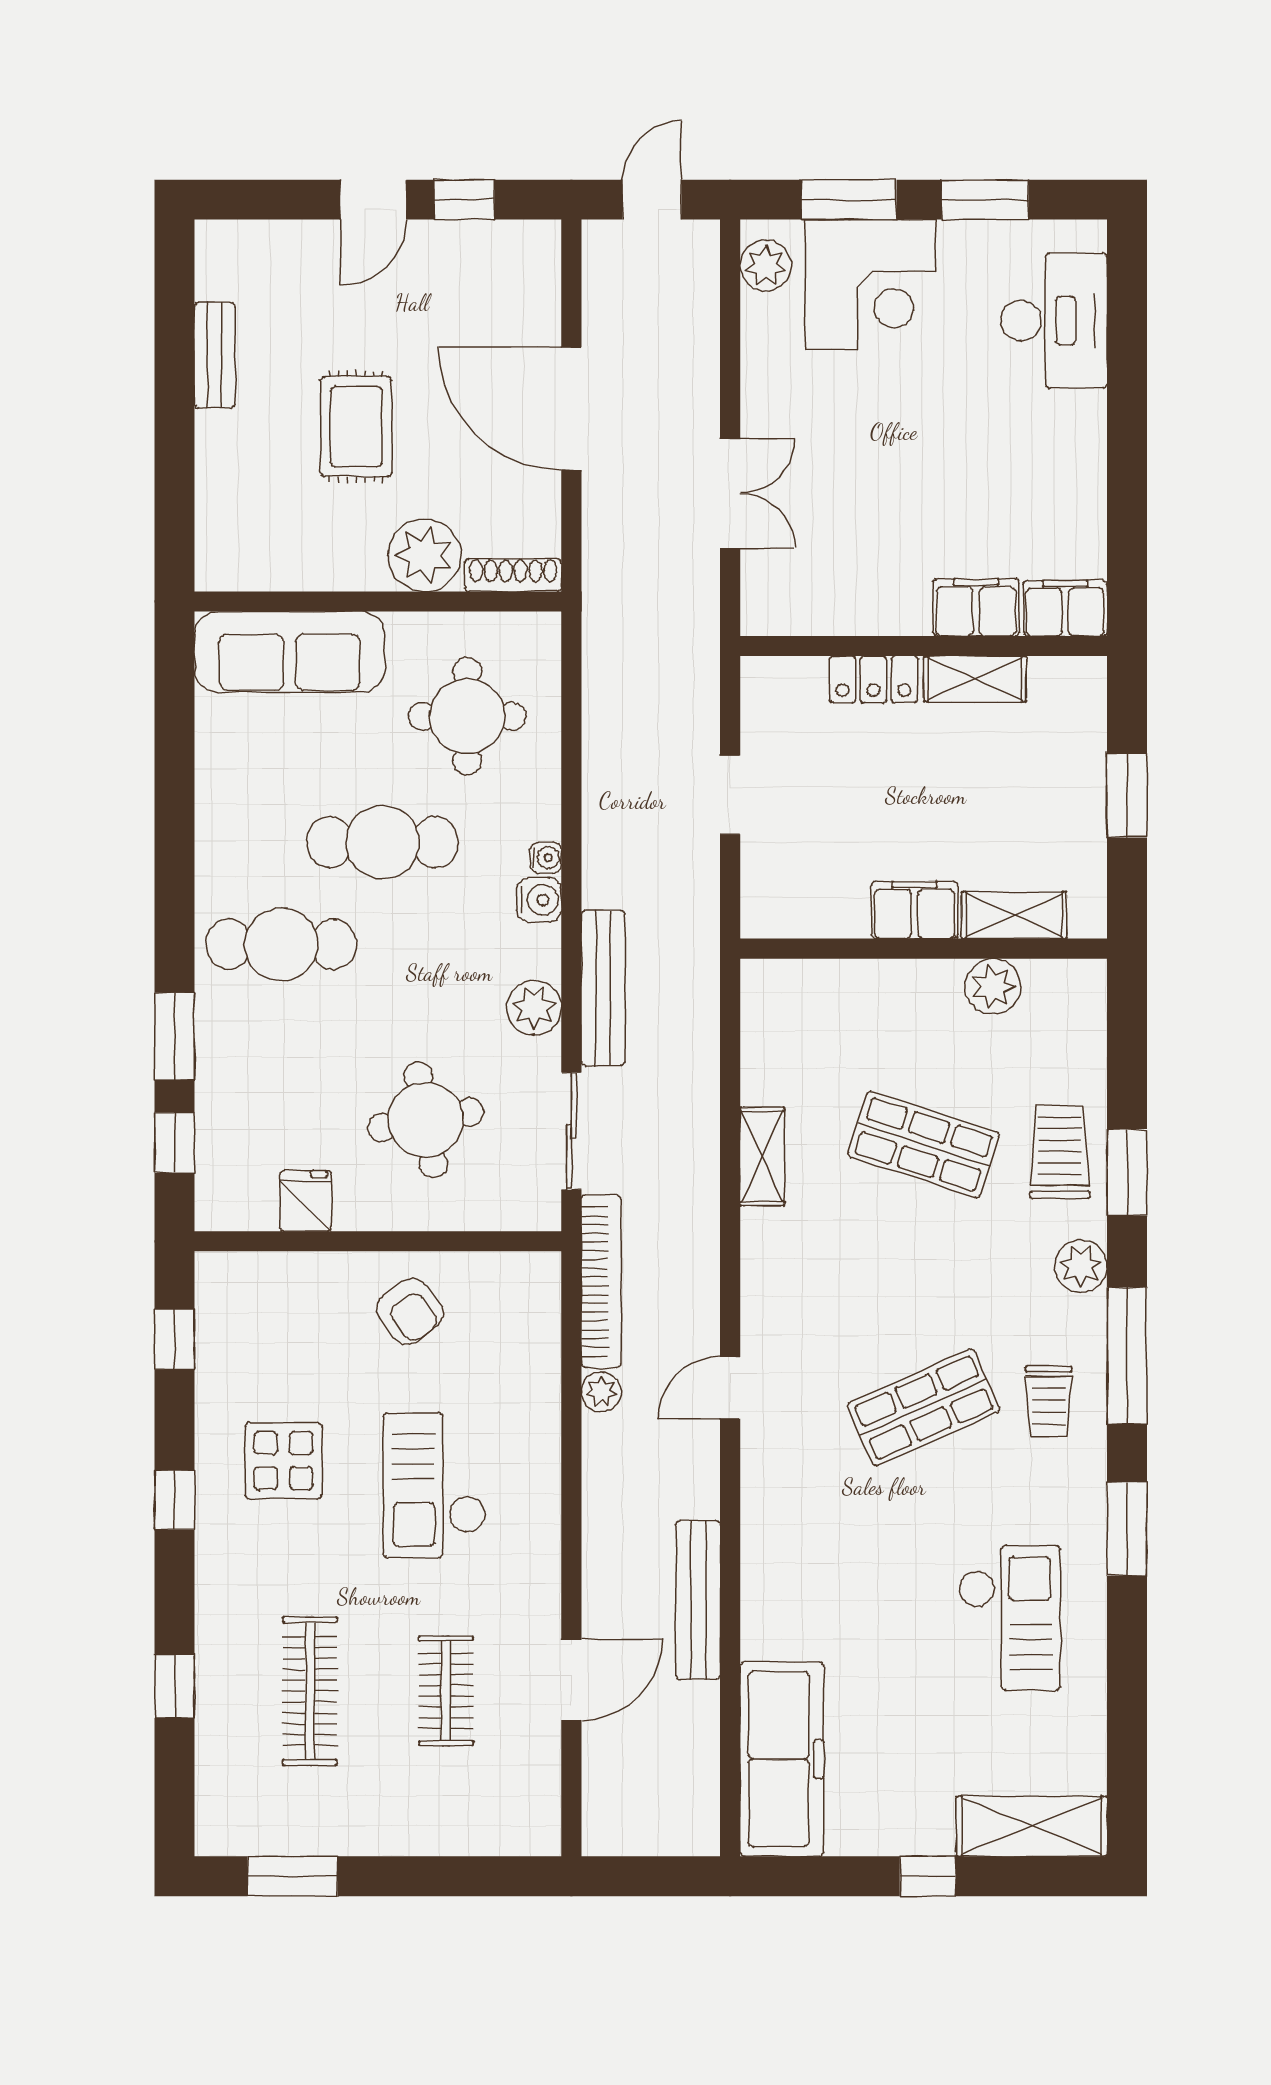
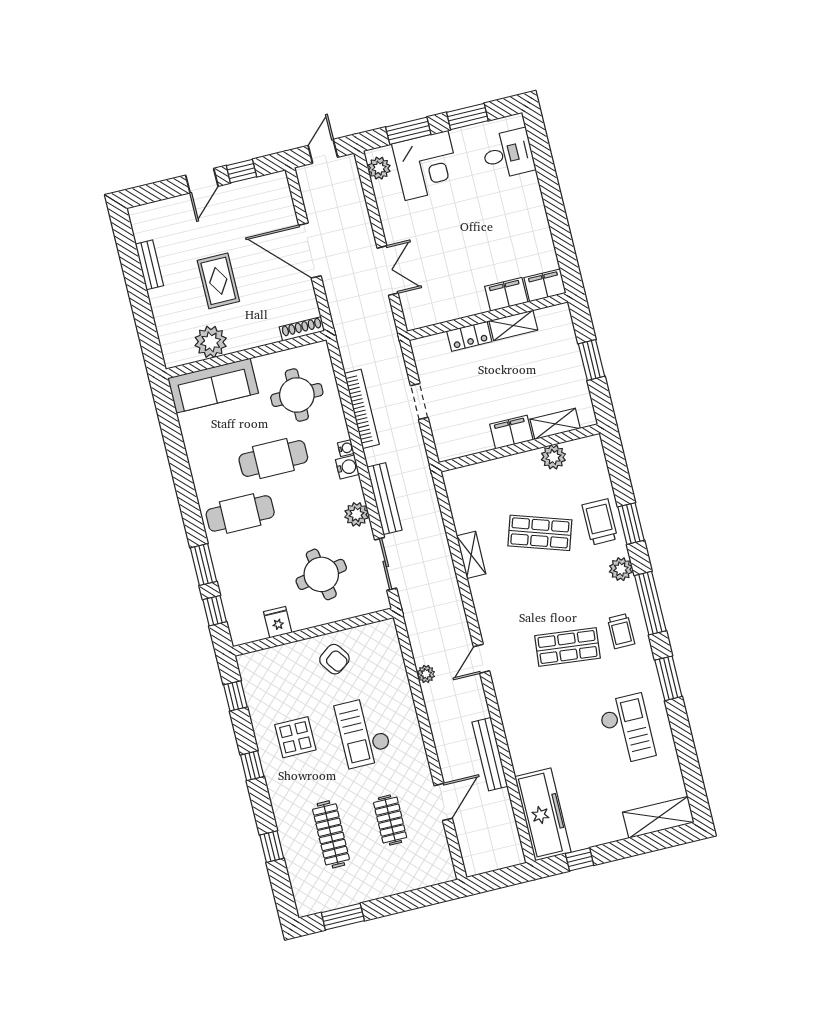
desk: (1054, 321) -> (508, 154), width x0.73
plant: (424, 555) -> (211, 342), moved
bookcase: (601, 1281) -> (362, 409), moved
shop shelf: (924, 1407) -> (567, 647), turned 30
window: (928, 1876) -> (580, 859), moved

